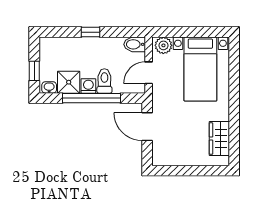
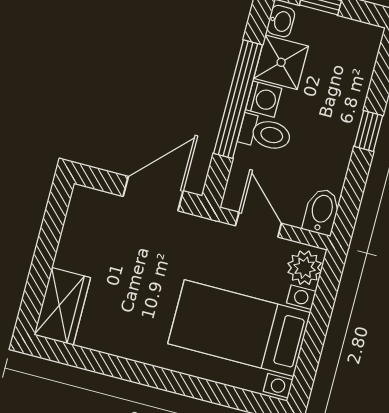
wardrobe: (219, 139) -> (62, 306), moved, turned 90

